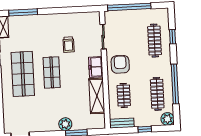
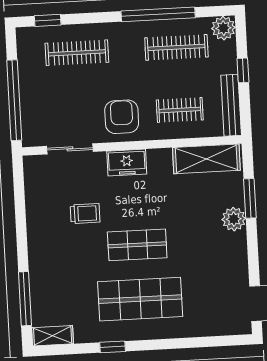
window: (172, 37) -> (48, 20), moved
armchair: (120, 64) -> (122, 117), turned 90
shelving: (97, 96) -> (206, 159), moved
bench: (122, 123) -> (231, 105), width x1.36

